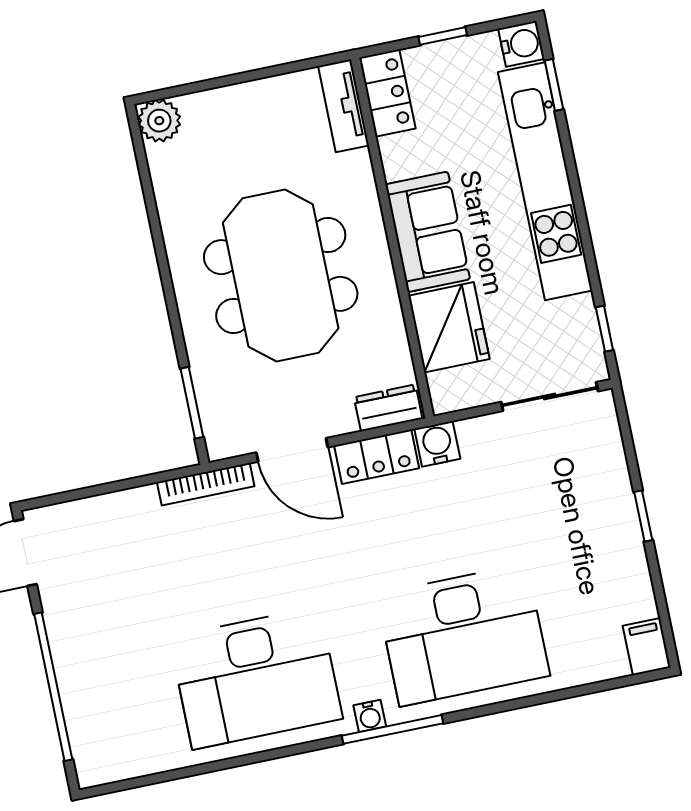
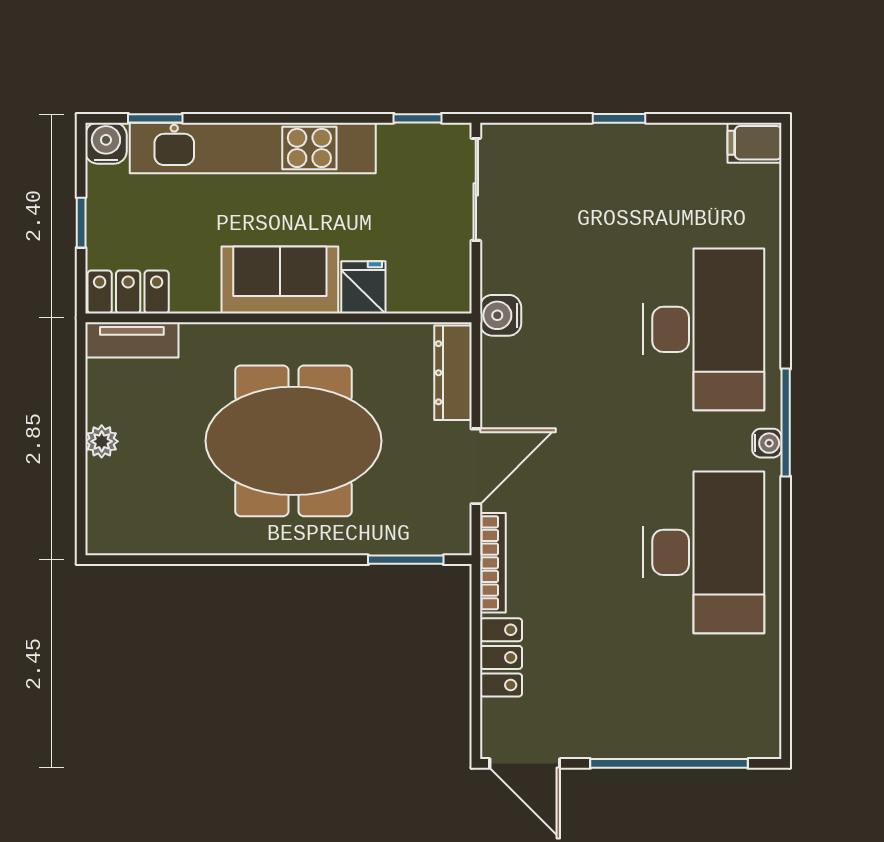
plant: (159, 121) -> (102, 441), moved, width x0.73, depth x0.73
fridge: (449, 327) -> (363, 287), width x0.53, depth x0.75
dresser: (388, 408) -> (453, 373), width x1.44
locker: (377, 457) -> (501, 657), moved

